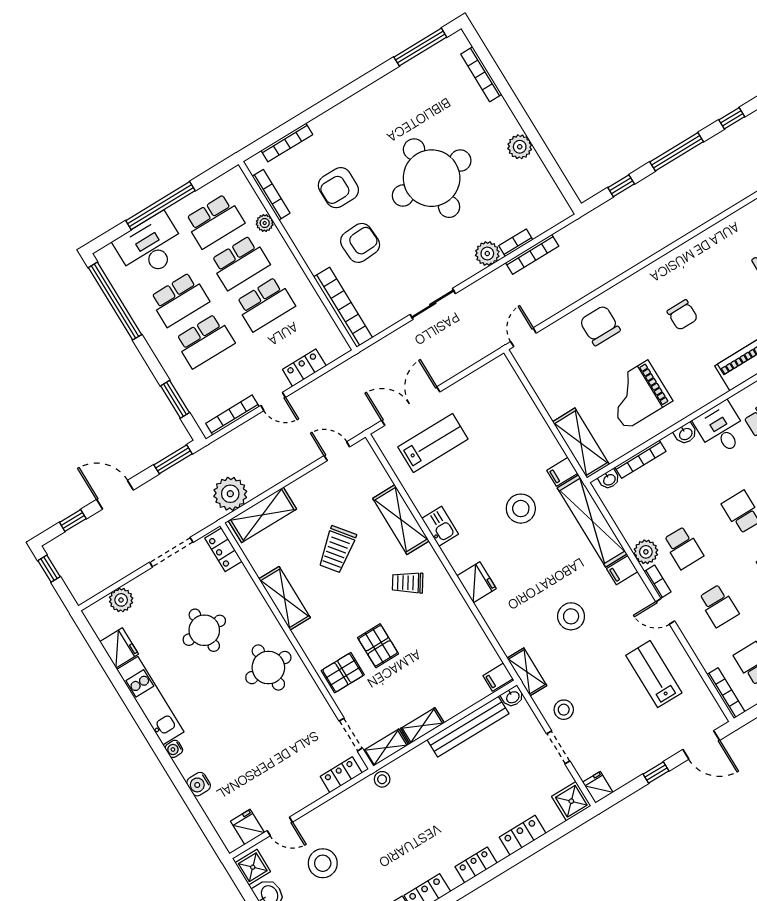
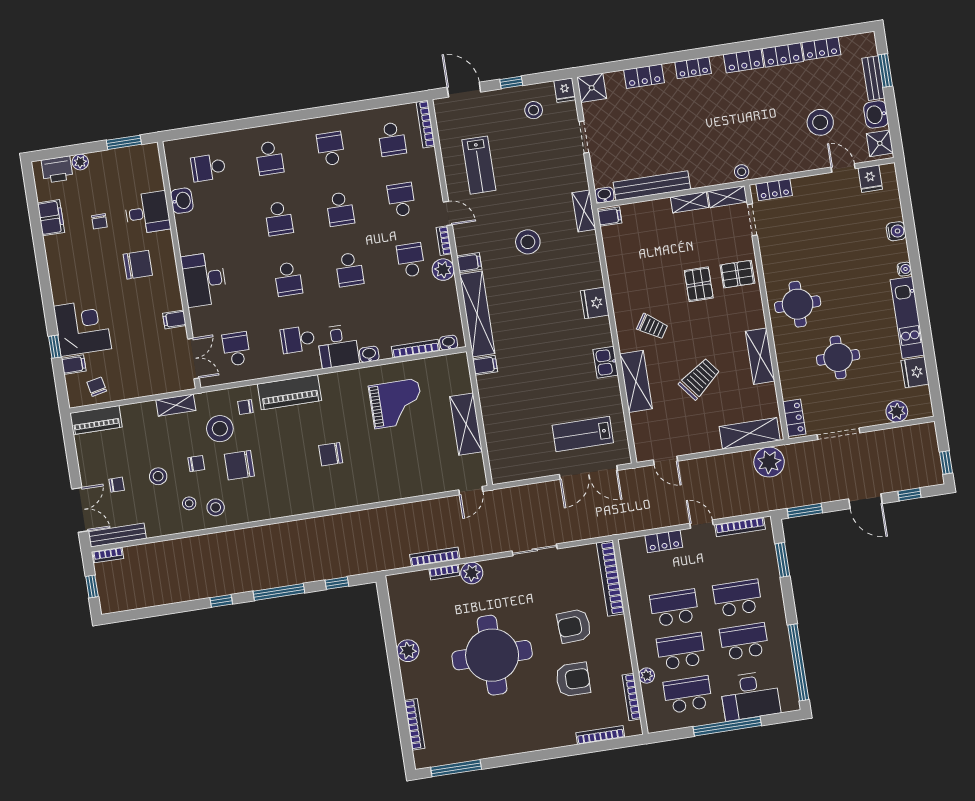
chair: (682, 315) -> (331, 454), turned -90
chair: (600, 325) -> (403, 474), removed
shelving: (581, 443) -> (466, 424), moved
stool: (521, 509) -> (532, 349), removed
stool: (564, 710) -> (534, 110), moved

